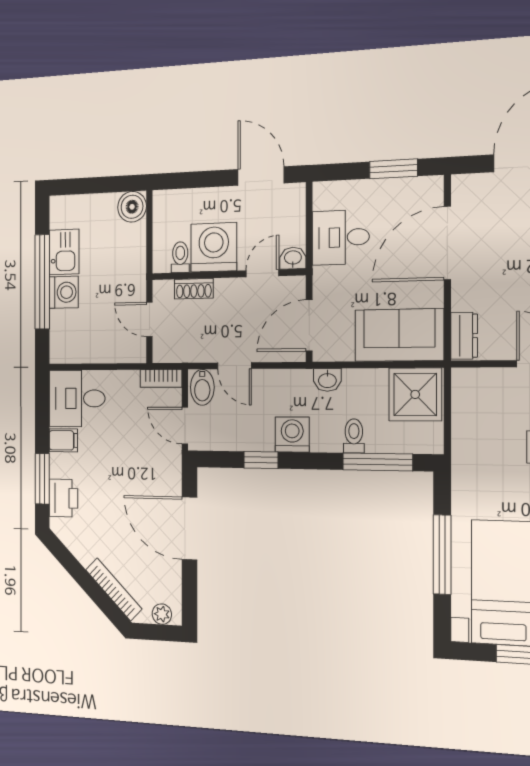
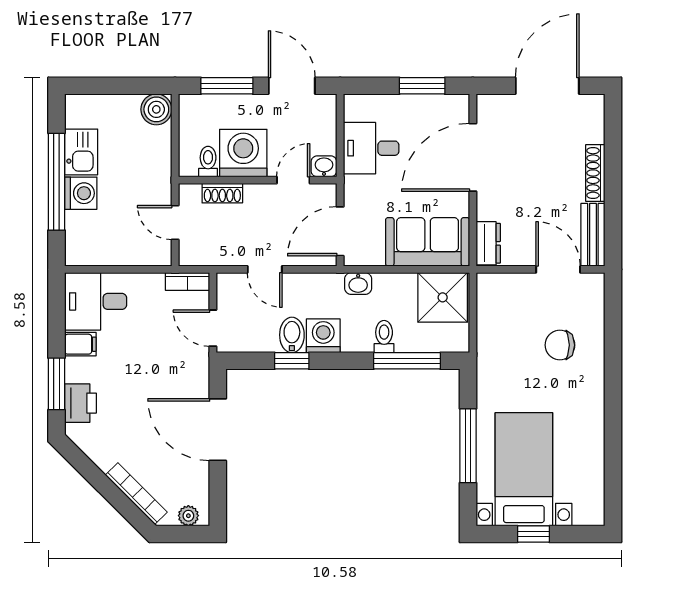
window: (198, 180) -> (227, 86), added
bidet: (202, 387) -> (292, 335), moved, turned 180

